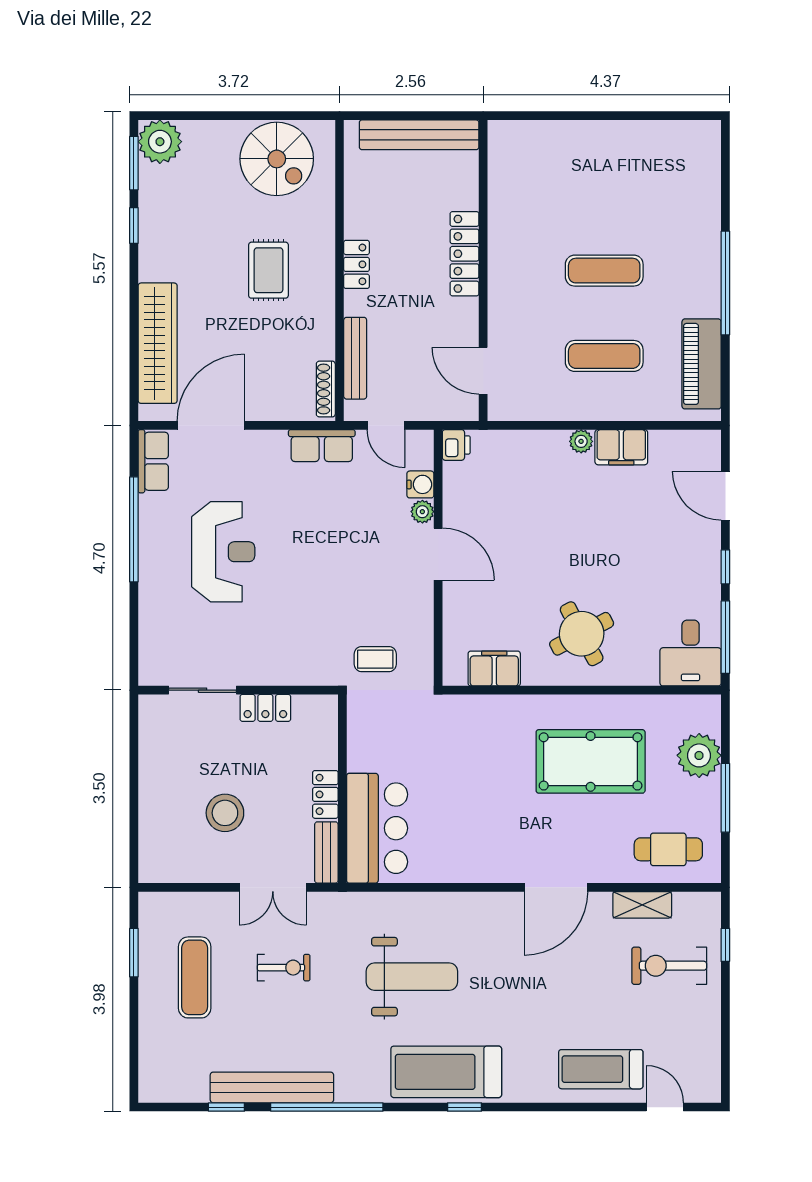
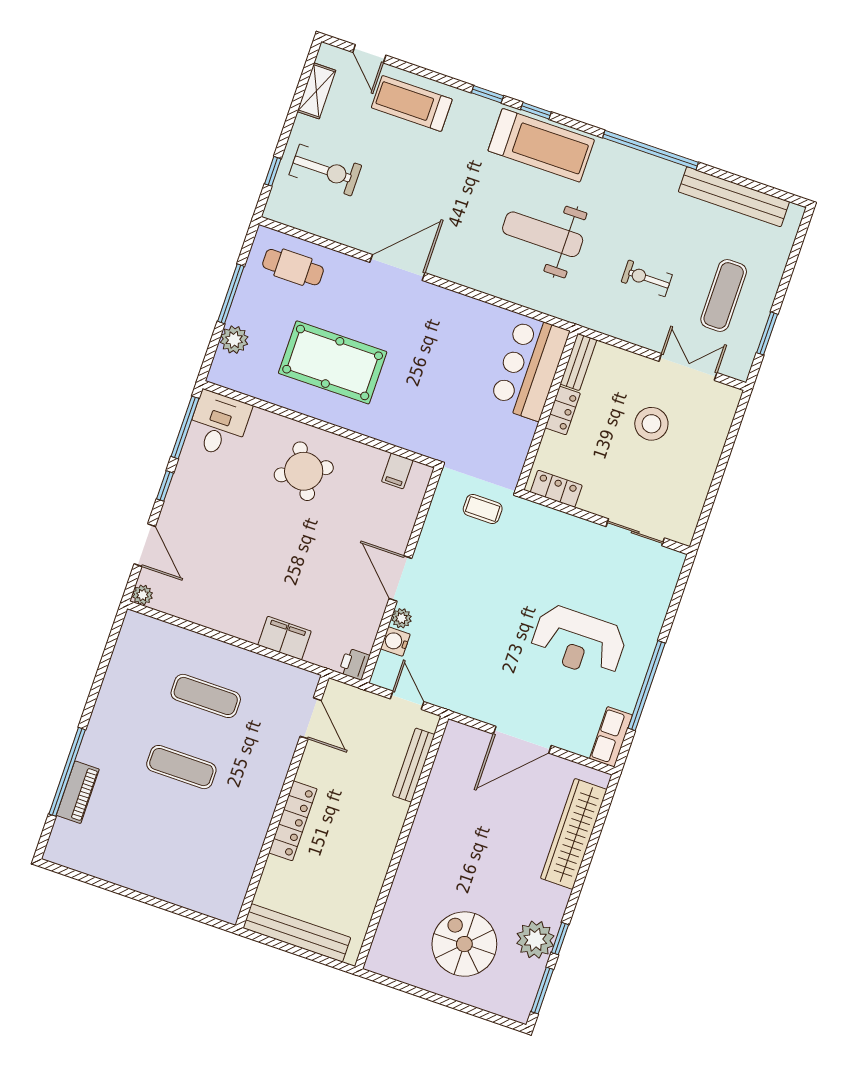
plant: (160, 142) -> (535, 940), moved
spiral stairs: (277, 159) -> (464, 944), moved
locker: (357, 264) -> (386, 843), removed
rug: (268, 270) -> (461, 863), removed
window: (725, 283) -> (67, 772), moved
piano: (702, 364) -> (78, 792), moved, width x0.73, depth x0.75
shoe rack: (326, 389) -> (447, 748), removed
door: (211, 425) -> (522, 740), moved
plant: (581, 441) -> (142, 595), moved
row of seats: (322, 446) -> (466, 702), removed
filing cabinet: (621, 447) -> (284, 638), moved
reception desk: (223, 552) -> (579, 642), turned -90
filing cabinet: (494, 669) -> (397, 471), width x0.50
locker: (265, 708) -> (556, 489), moved
plant: (699, 755) -> (234, 340), width x0.73, depth x0.73
double door: (273, 887) -> (688, 367), moved
shelving: (642, 905) -> (317, 91), moved, turned 90
treadmill: (601, 1069) -> (412, 103), turned 180
bench: (272, 1087) -> (734, 197), moved
window: (226, 1107) -> (487, 94), moved

